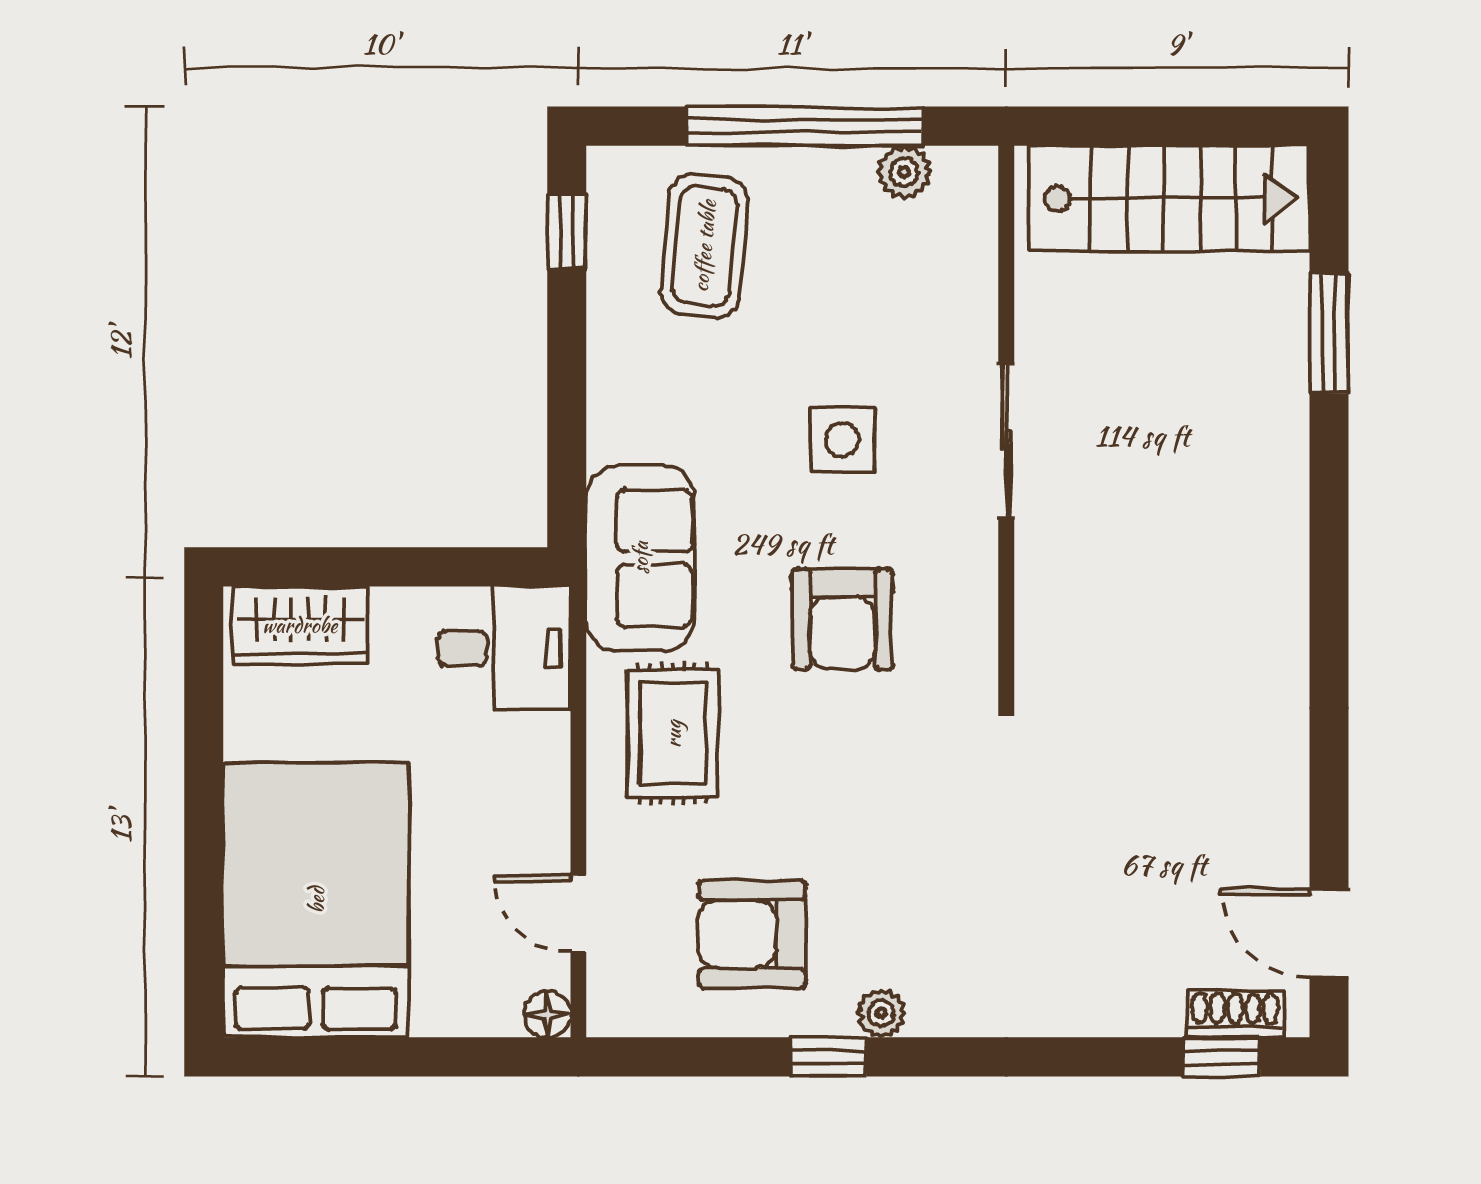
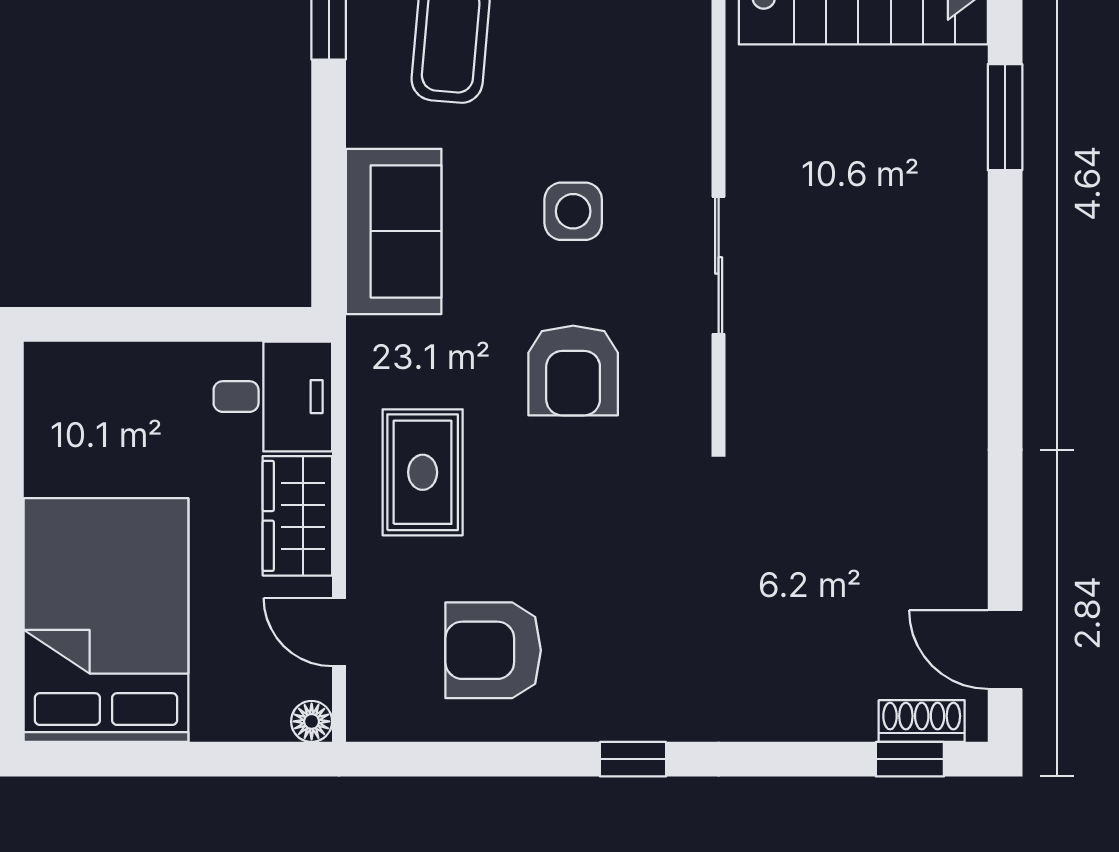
sliding door: (1006, 440) -> (719, 265), moved
sofa: (640, 558) -> (394, 231), moved
wardrobe: (300, 625) -> (297, 516), moved, turned 90
plant: (881, 1013) -> (608, 720), removed
window: (829, 1057) -> (633, 759), moved

